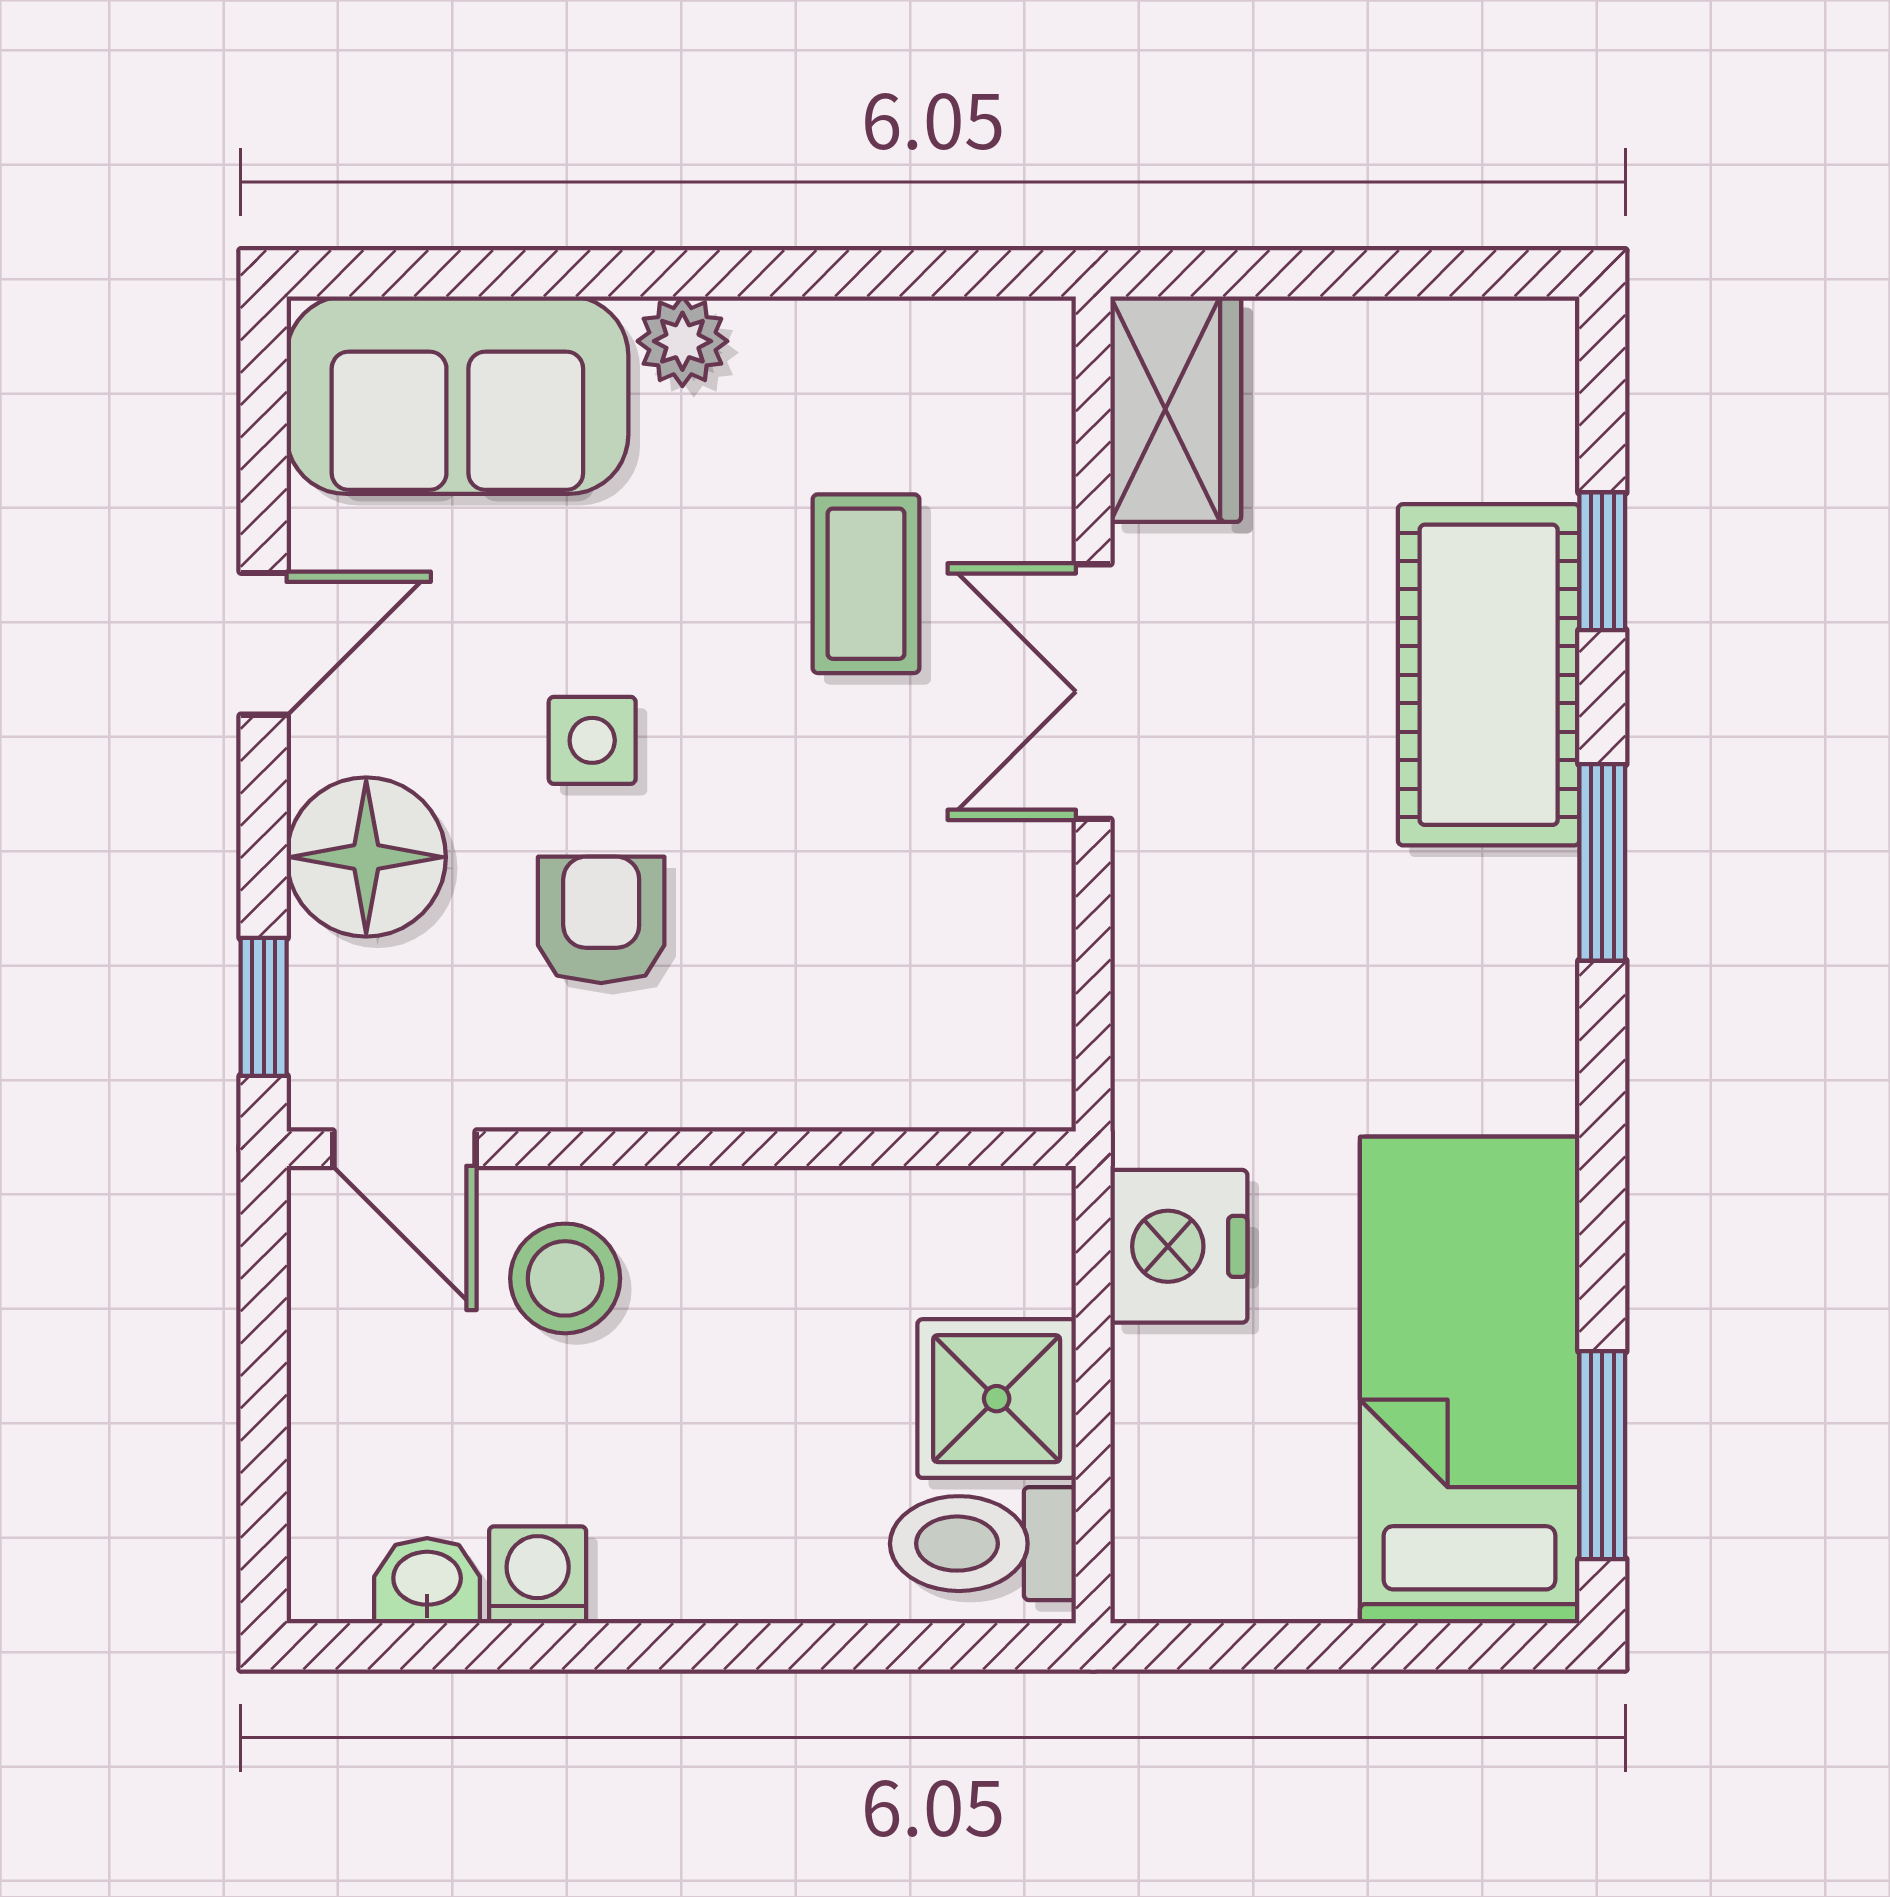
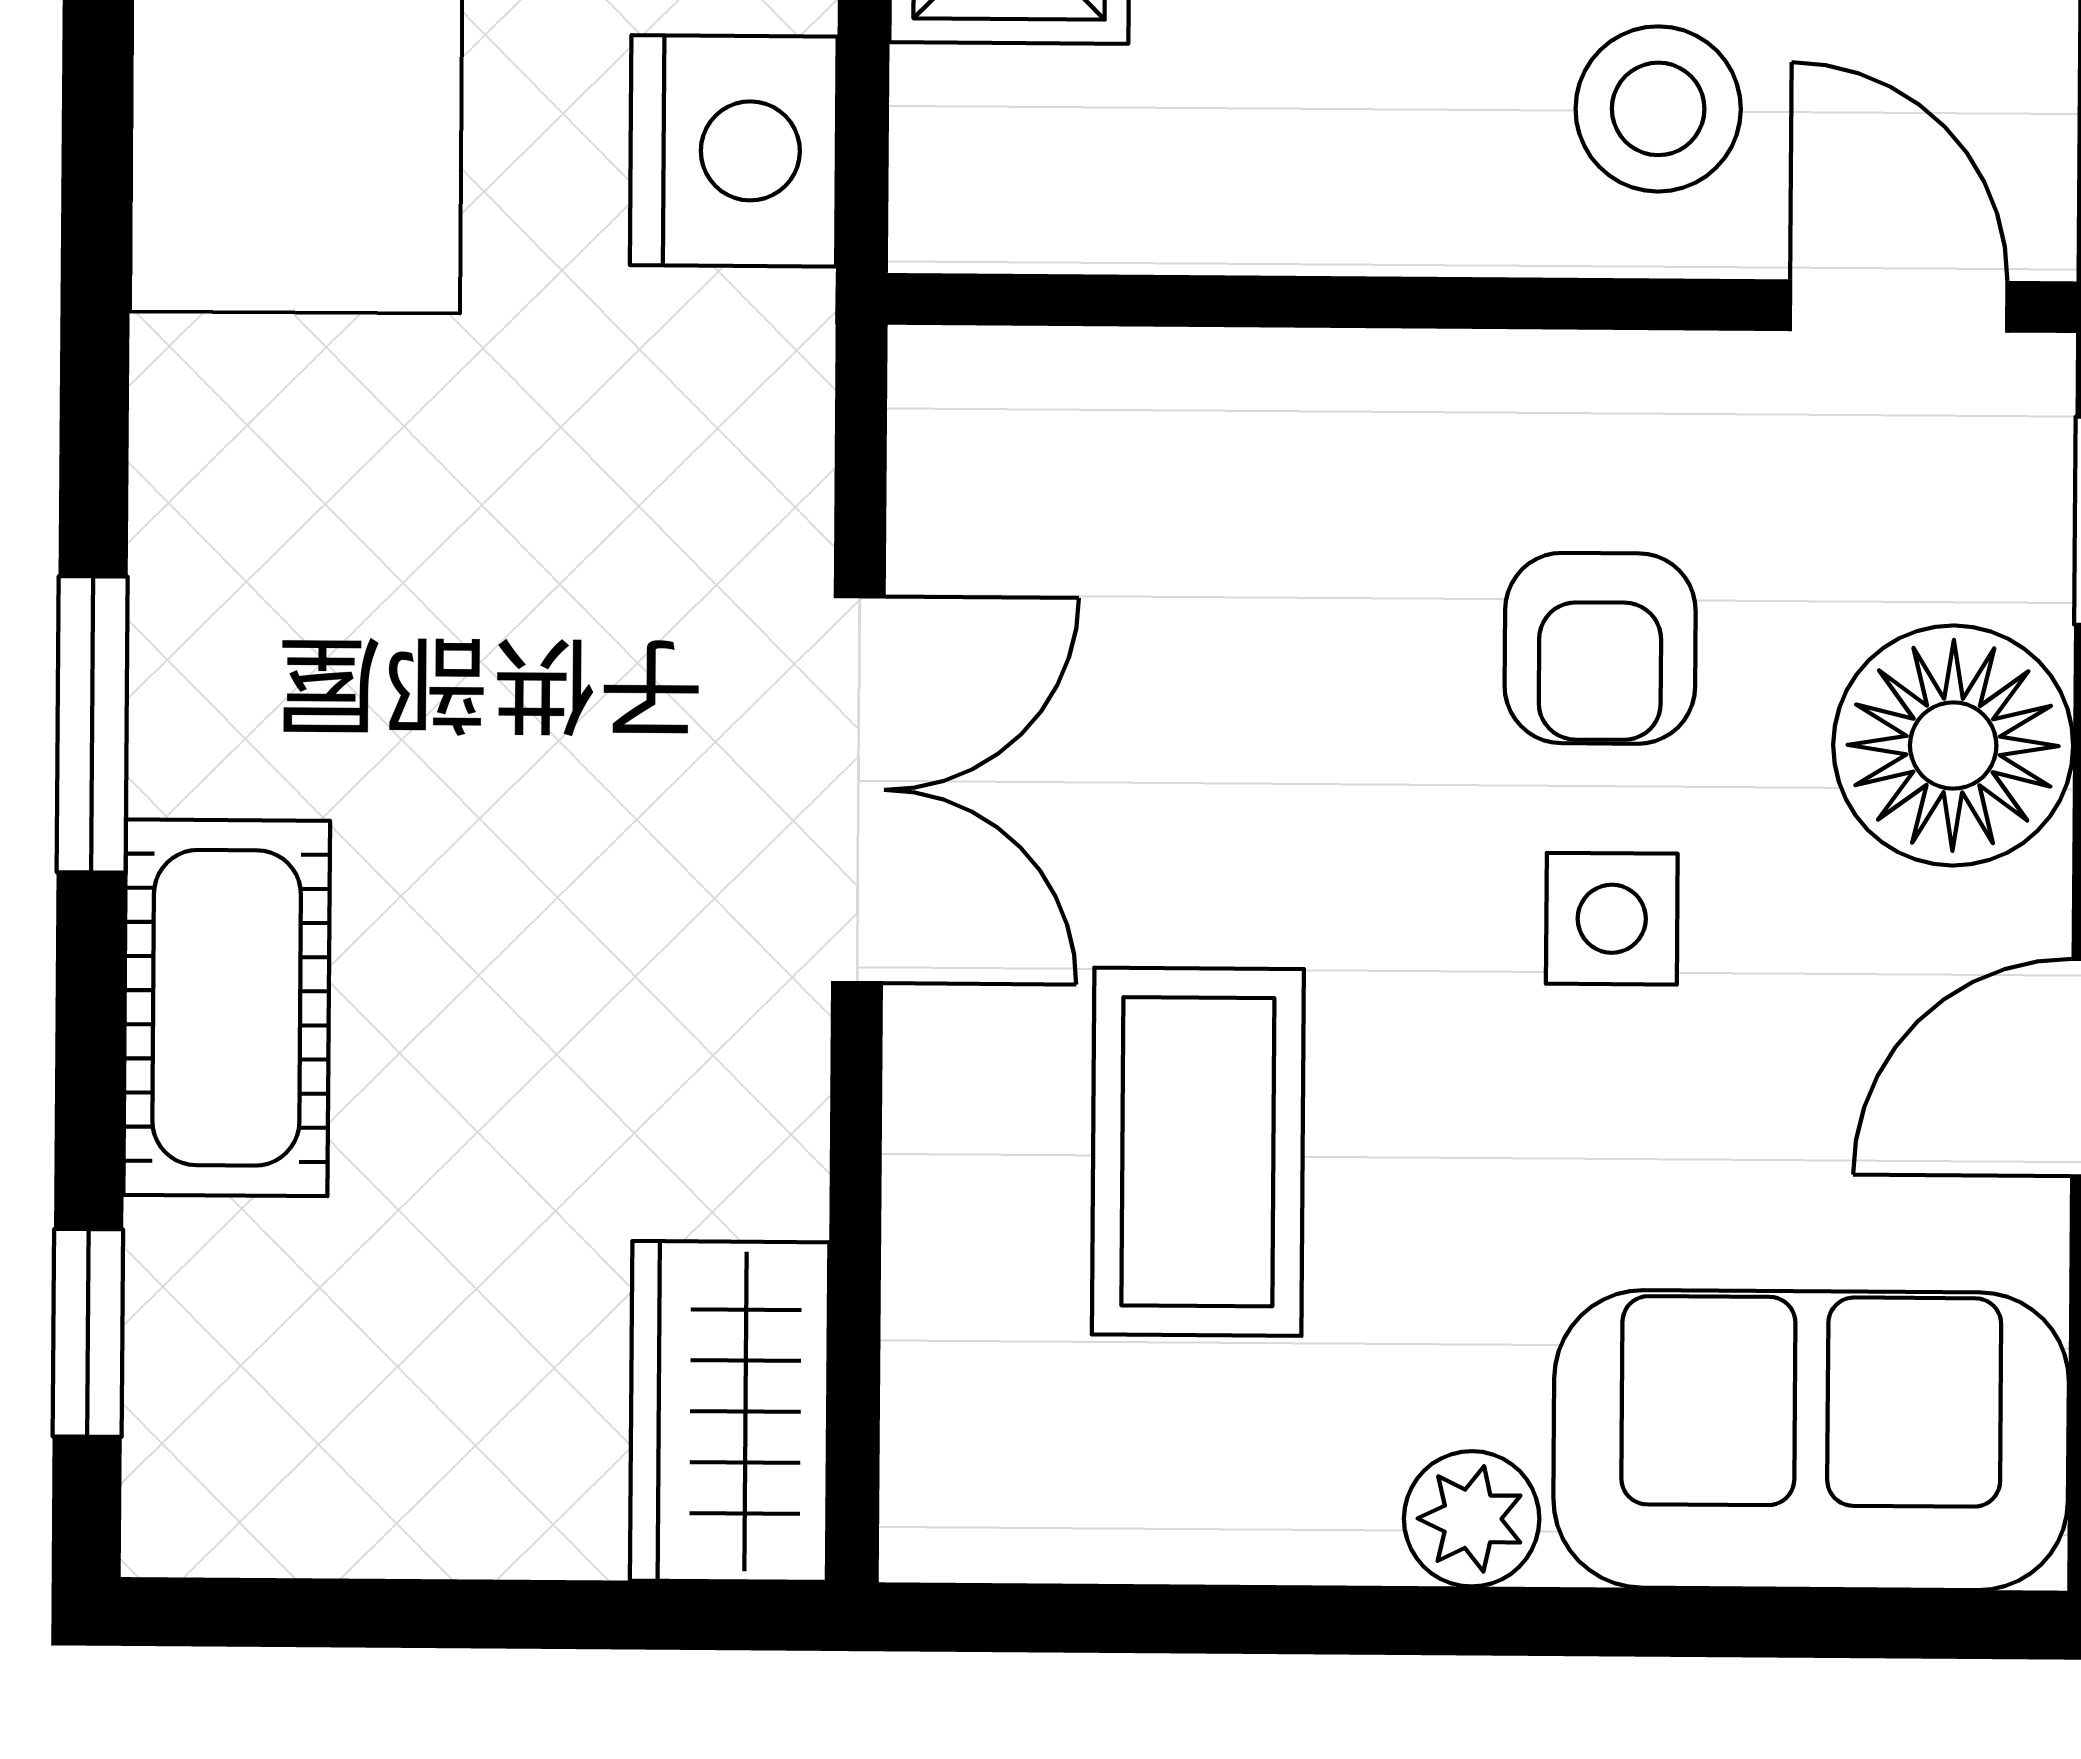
window: (1602, 561) -> (88, 1333), moved
coffee table: (866, 584) -> (1198, 1152), width x1.36, depth x1.30
cot: (1489, 675) -> (227, 1008), width x0.73, depth x0.75
double door: (1093, 692) -> (858, 790), moved

